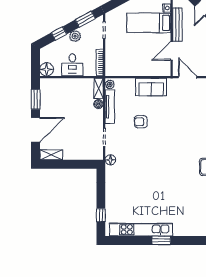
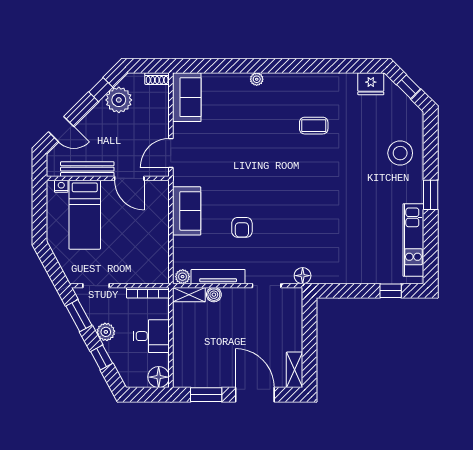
stool: (188, 221) -> (400, 153), added
kitchen unit: (141, 230) -> (413, 240), width x0.73

